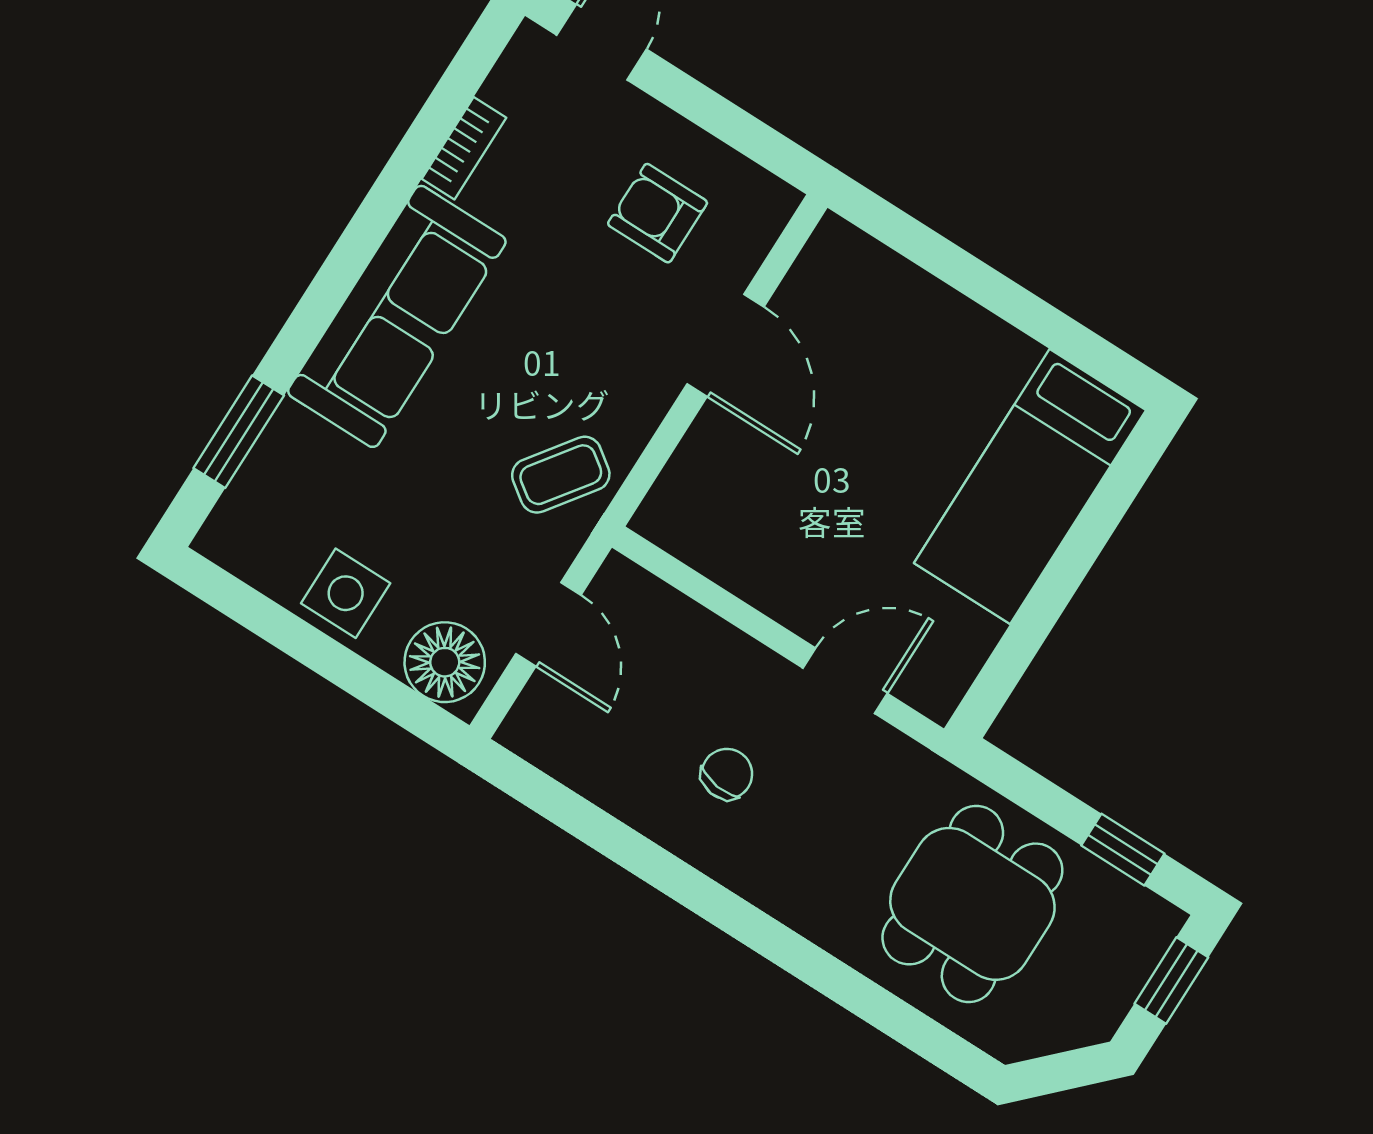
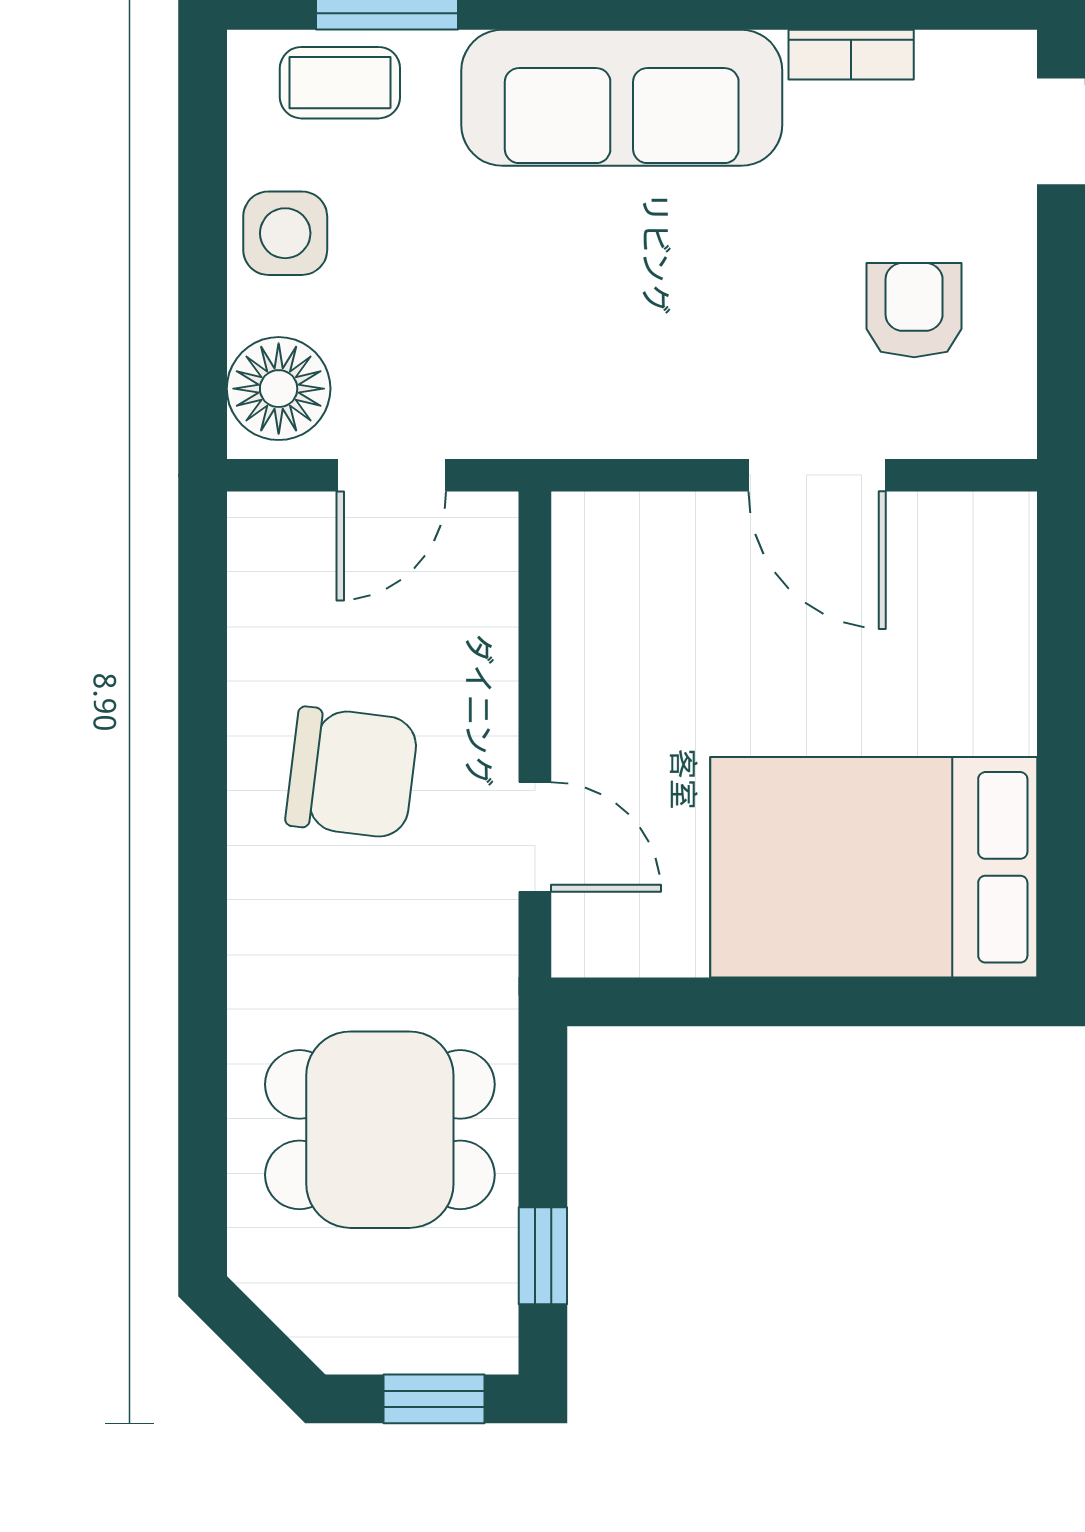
door: (725, 345) -> (817, 475), hinge flipped
coffee table: (561, 475) -> (340, 83), moved, turned -36
bed: (1030, 487) -> (874, 867), width x1.50
chair: (727, 774) -> (352, 773), width x1.87, depth x1.87

